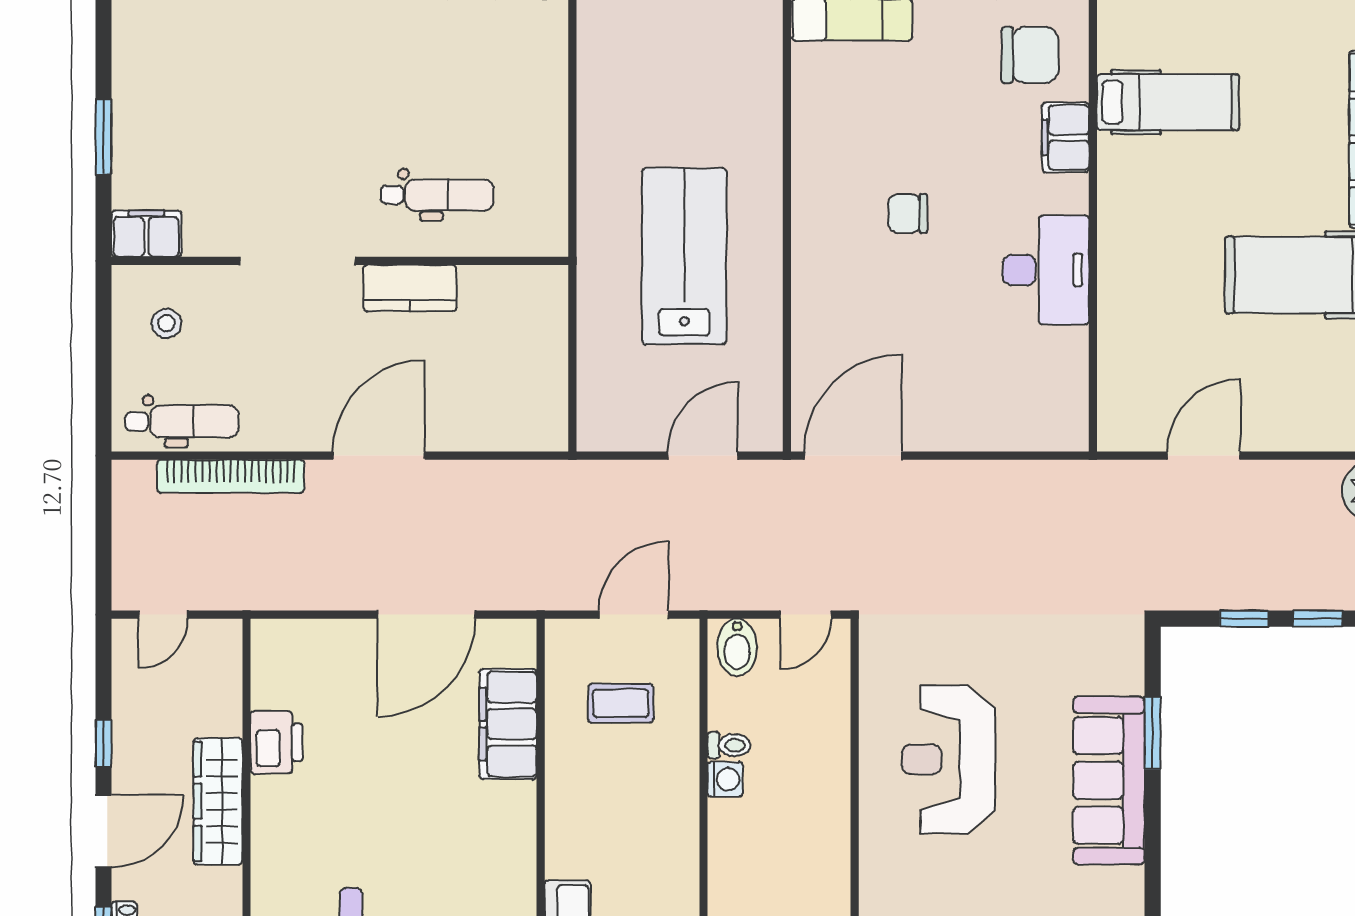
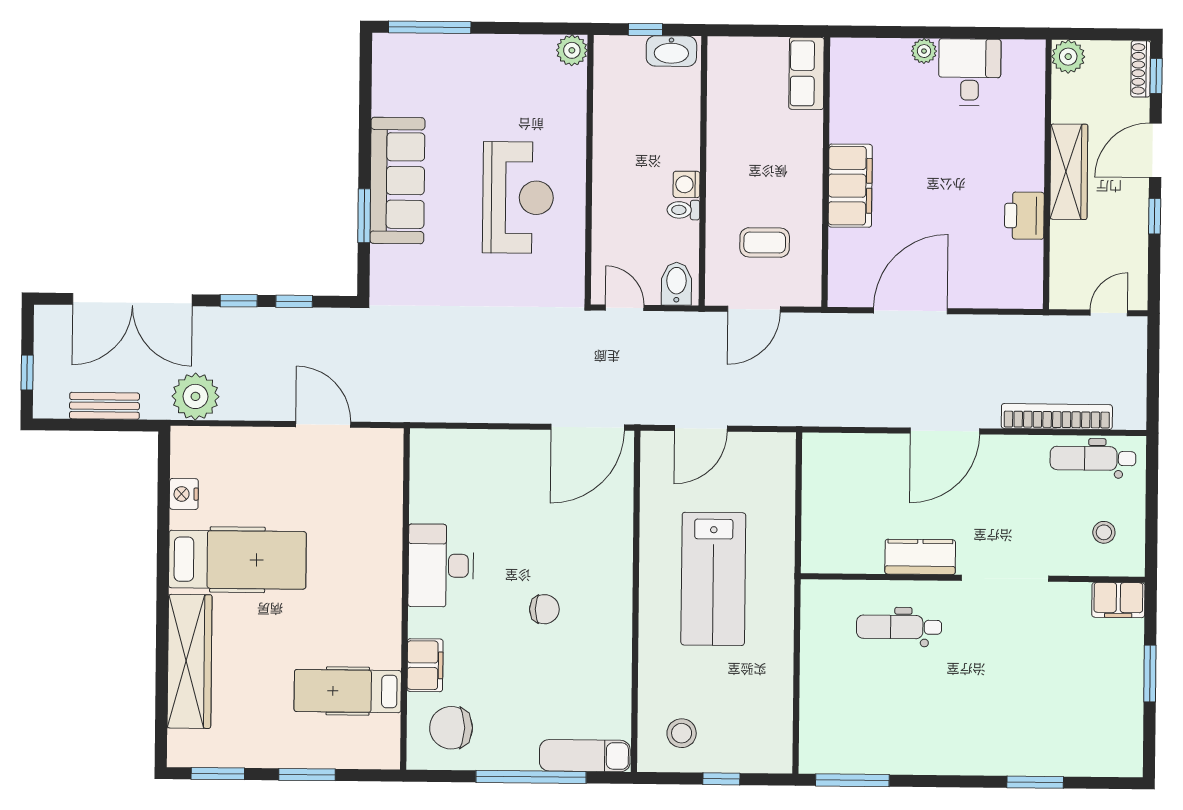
stool: (724, 51) -> (682, 733), added
door: (1204, 456) -> (323, 424), swing flipped
door: (806, 615) -> (625, 308), hinge flipped
filing cabinet: (508, 724) -> (850, 186), moved

